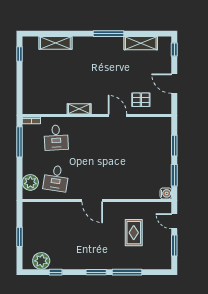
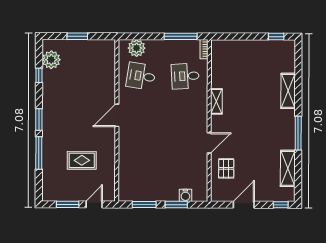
shelving: (55, 43) -> (288, 91), moved
water cooler: (166, 193) -> (185, 195), moved

